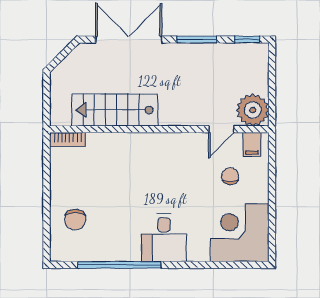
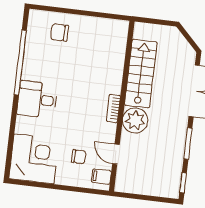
plant: (253, 110) -> (135, 120), moved
bookcase: (67, 139) -> (113, 108), moved

